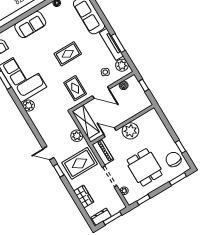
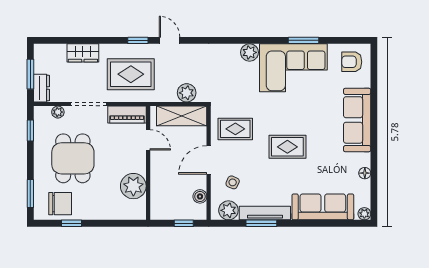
sofa: (30, 25) -> (357, 120), width x1.36
rug: (68, 54) -> (287, 147), turned 90
plant: (130, 131) -> (133, 186), moved
door: (110, 132) -> (148, 140), hinge flipped
plant: (77, 136) -> (187, 93), moved
door: (48, 153) -> (170, 40), hinge flipped
rug: (80, 163) -> (131, 74), turned 90
dining table: (145, 167) -> (73, 158), turned 90
dresser: (101, 217) -> (42, 88), moved

